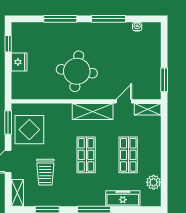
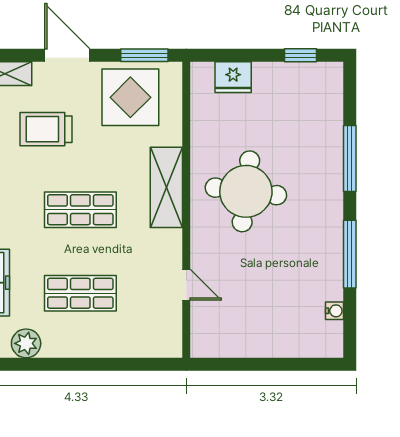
fridge: (19, 62) -> (233, 77), moved
window: (164, 80) -> (229, 364), removed
shelving: (148, 109) -> (171, 332), removed
shelving: (93, 111) -> (166, 187), moved

